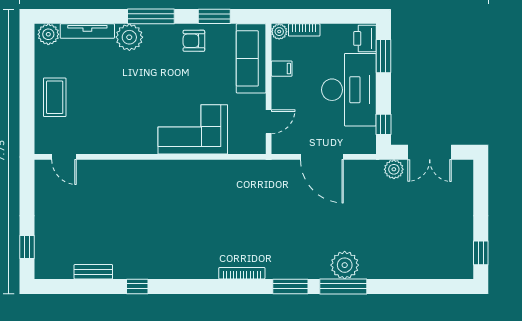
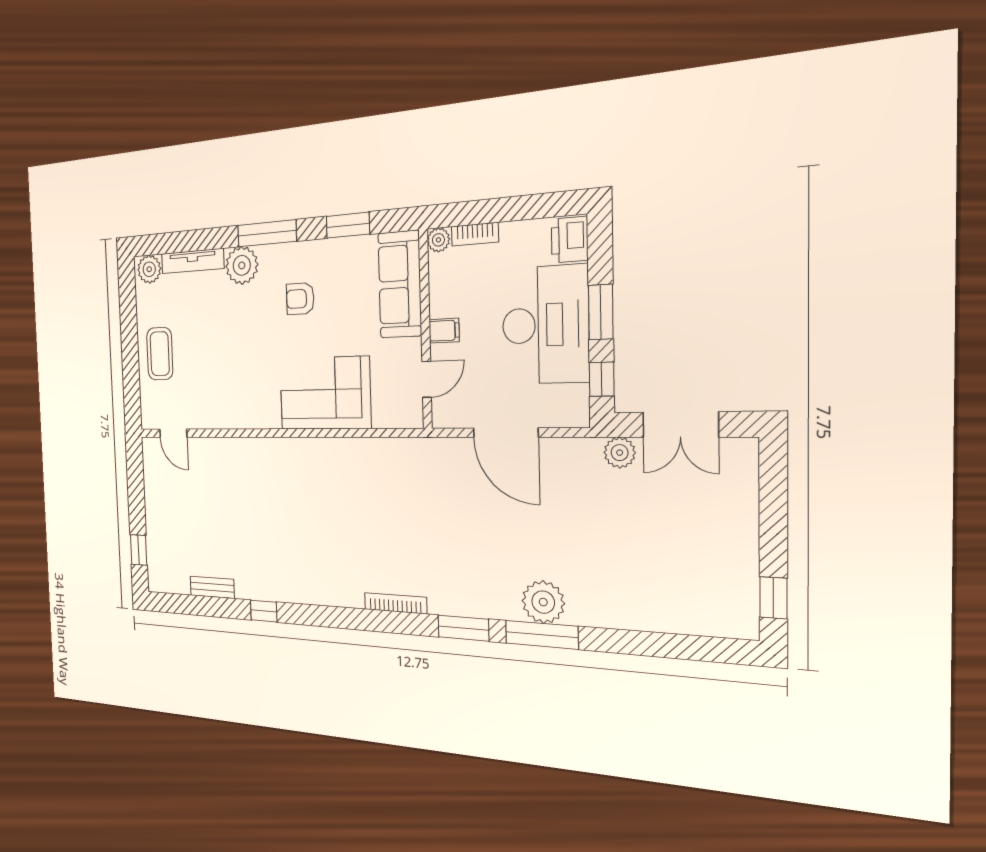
armchair: (194, 41) -> (300, 299), moved
window: (383, 56) -> (601, 312), moved
filing cabinet: (282, 69) -> (444, 331), moved

